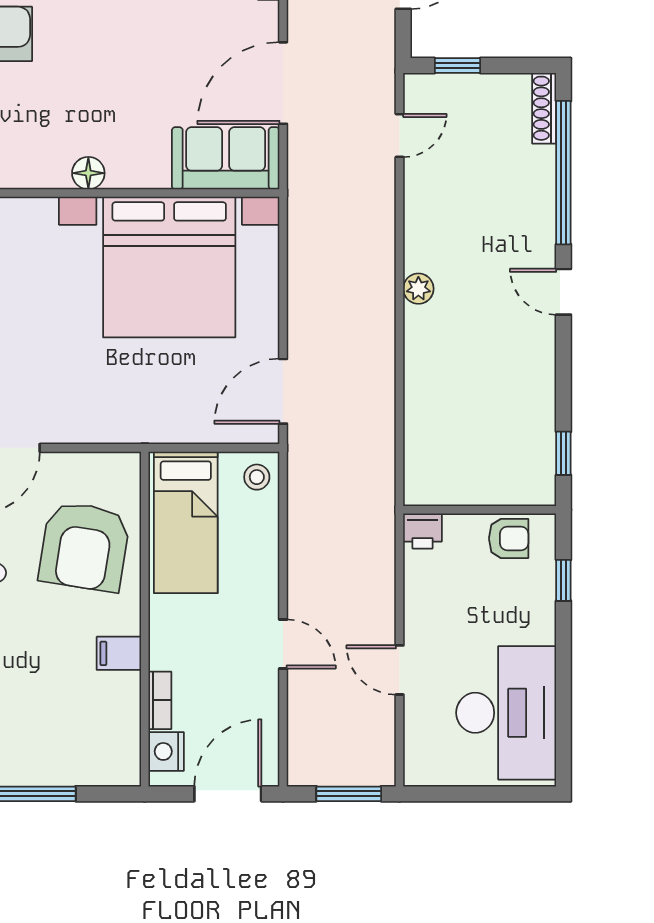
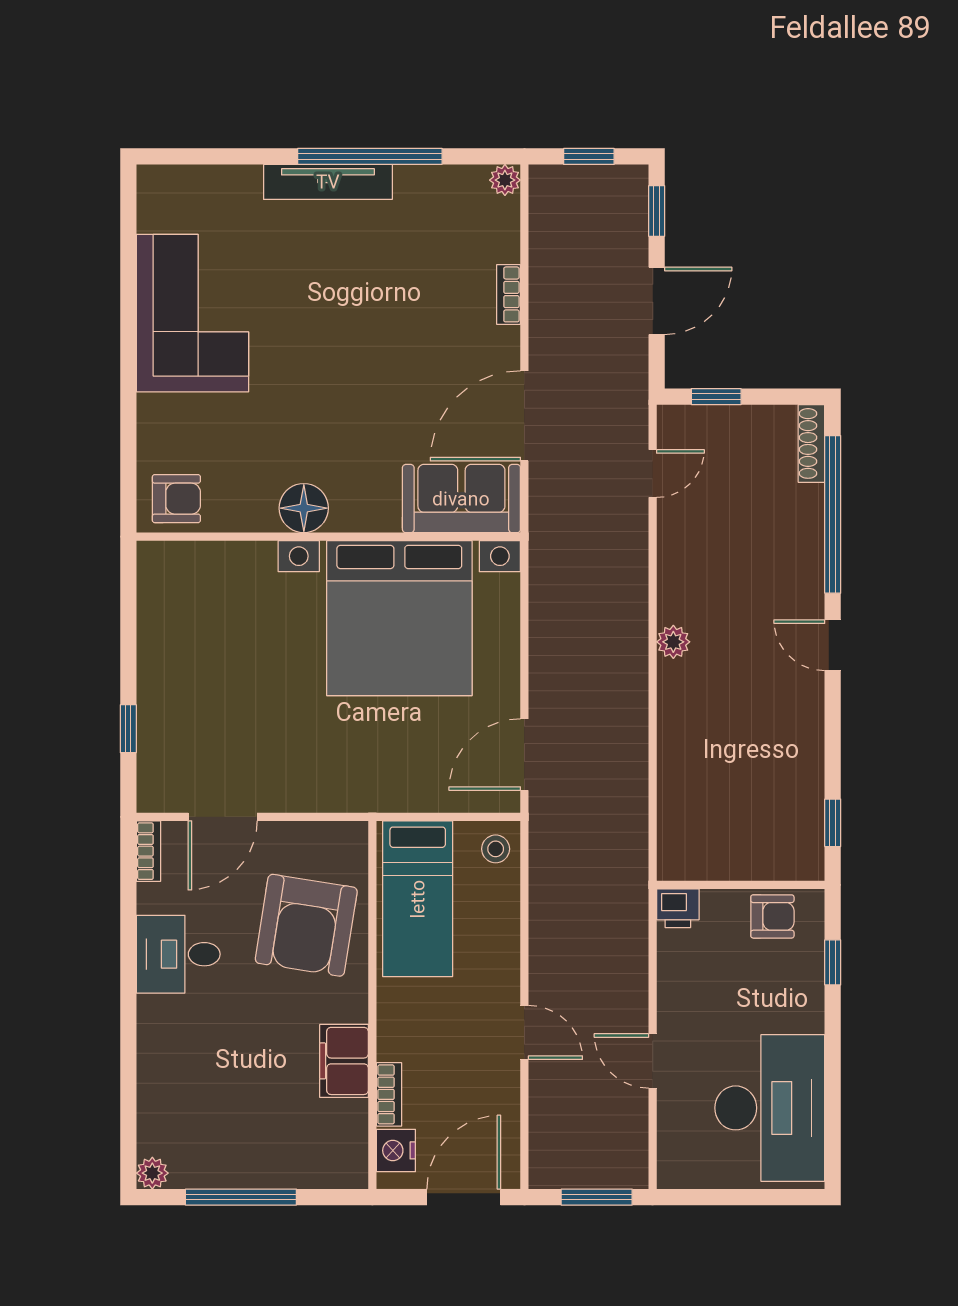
floor lamp: (88, 173) -> (304, 508), width x1.38, depth x1.38
filing cabinet: (119, 653) -> (344, 1061), width x2.00

